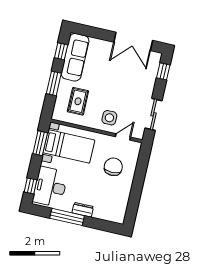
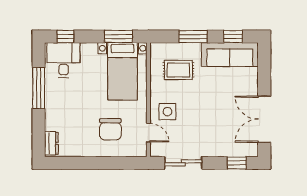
chair: (113, 167) -> (110, 129), turned 90
desk: (50, 187) -> (64, 60), width x0.73
dresser: (83, 210) -> (51, 143), moved

